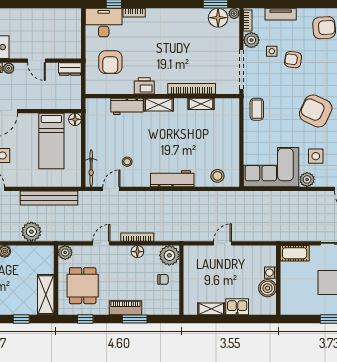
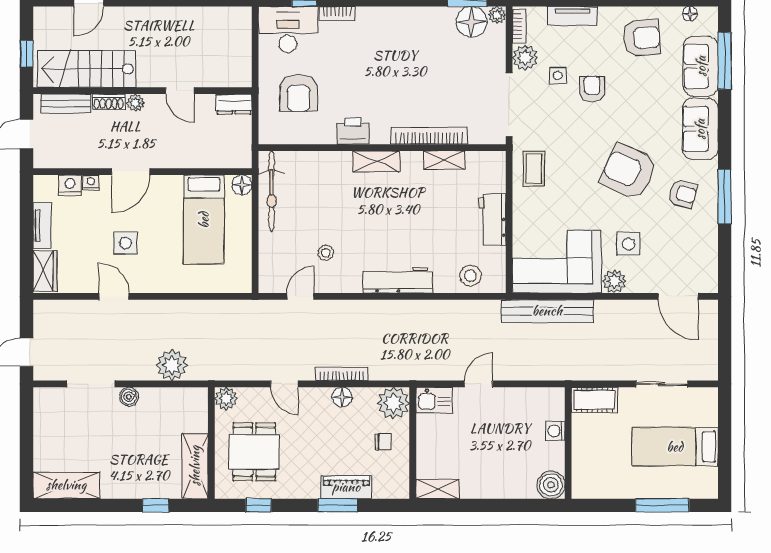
armchair: (293, 60) -> (592, 89), turned 82
workbench: (127, 106) -> (492, 220), moved, turned 90
bicycle: (91, 168) -> (272, 191), moved, width x1.37, depth x1.40
bench: (49, 198) -> (547, 311), moved
door: (101, 243) -> (284, 384), swing flipped
boiler: (268, 288) -> (551, 485), moved
kitchen sink: (237, 307) -> (434, 400), moved, turned 180
piano: (125, 308) -> (346, 487), moved
shelving: (211, 309) -> (438, 489), moved

